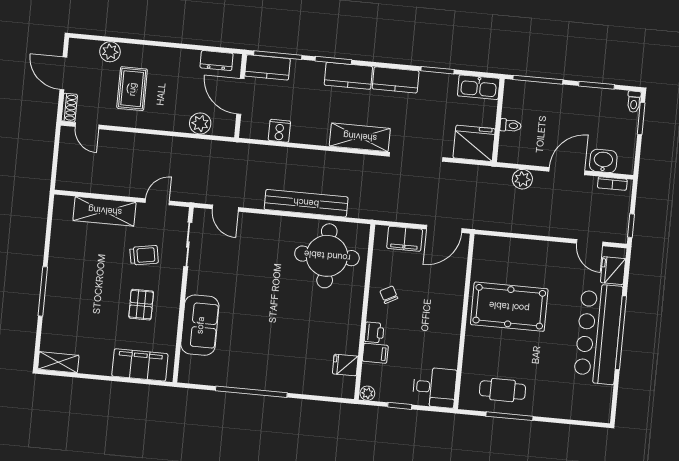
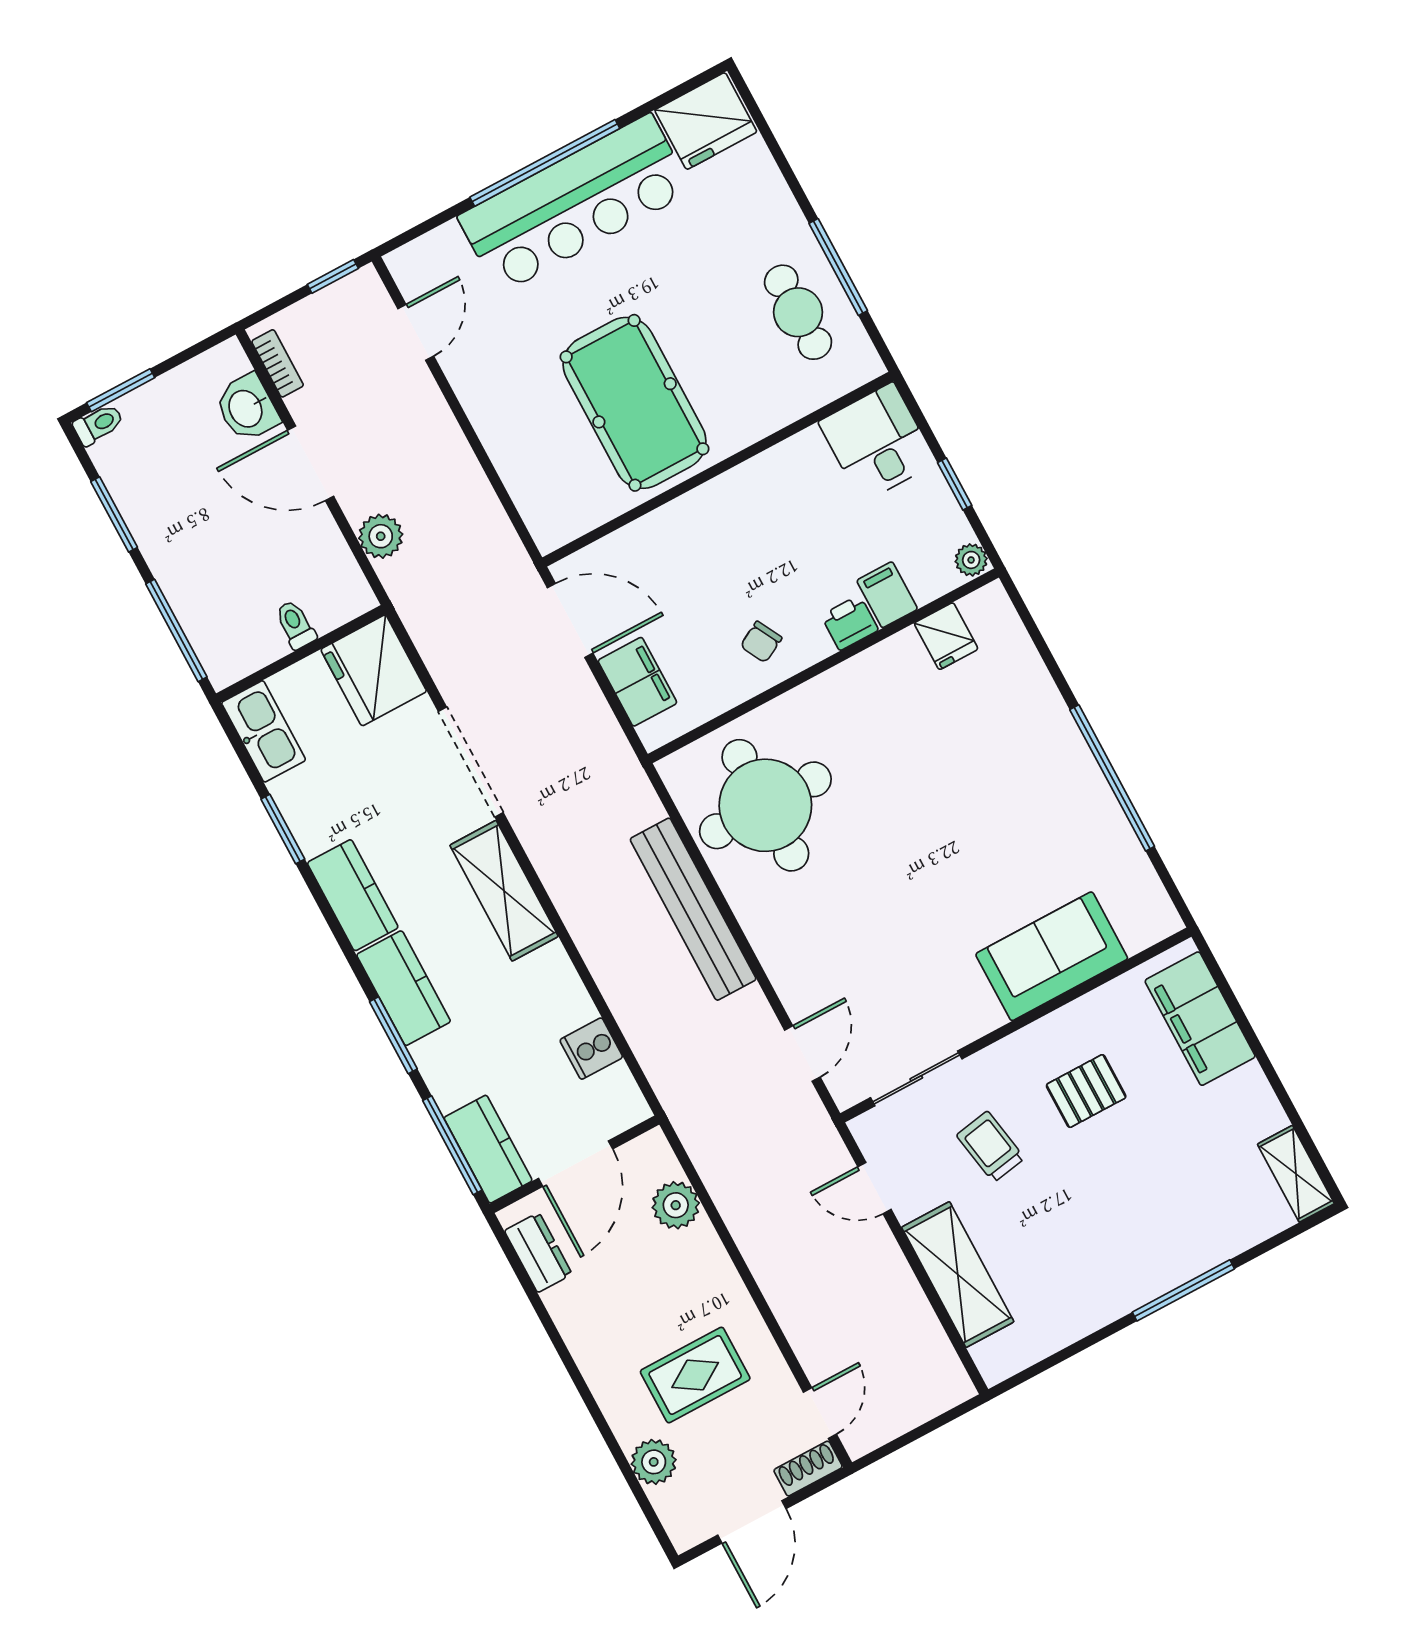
fridge: (613, 271) -> (706, 121), moved, width x1.36, depth x1.34

